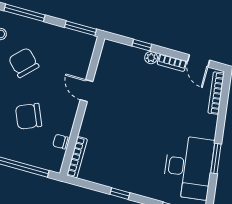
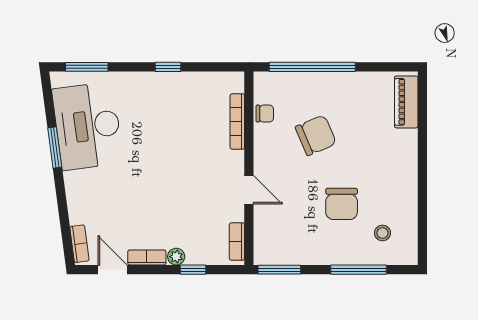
bookcase: (105, 56) -> (237, 242), added
chair: (24, 63) -> (342, 204), turned 45
bookcase: (216, 93) -> (79, 244), width x0.64
bookcase: (77, 157) -> (237, 122), moved

